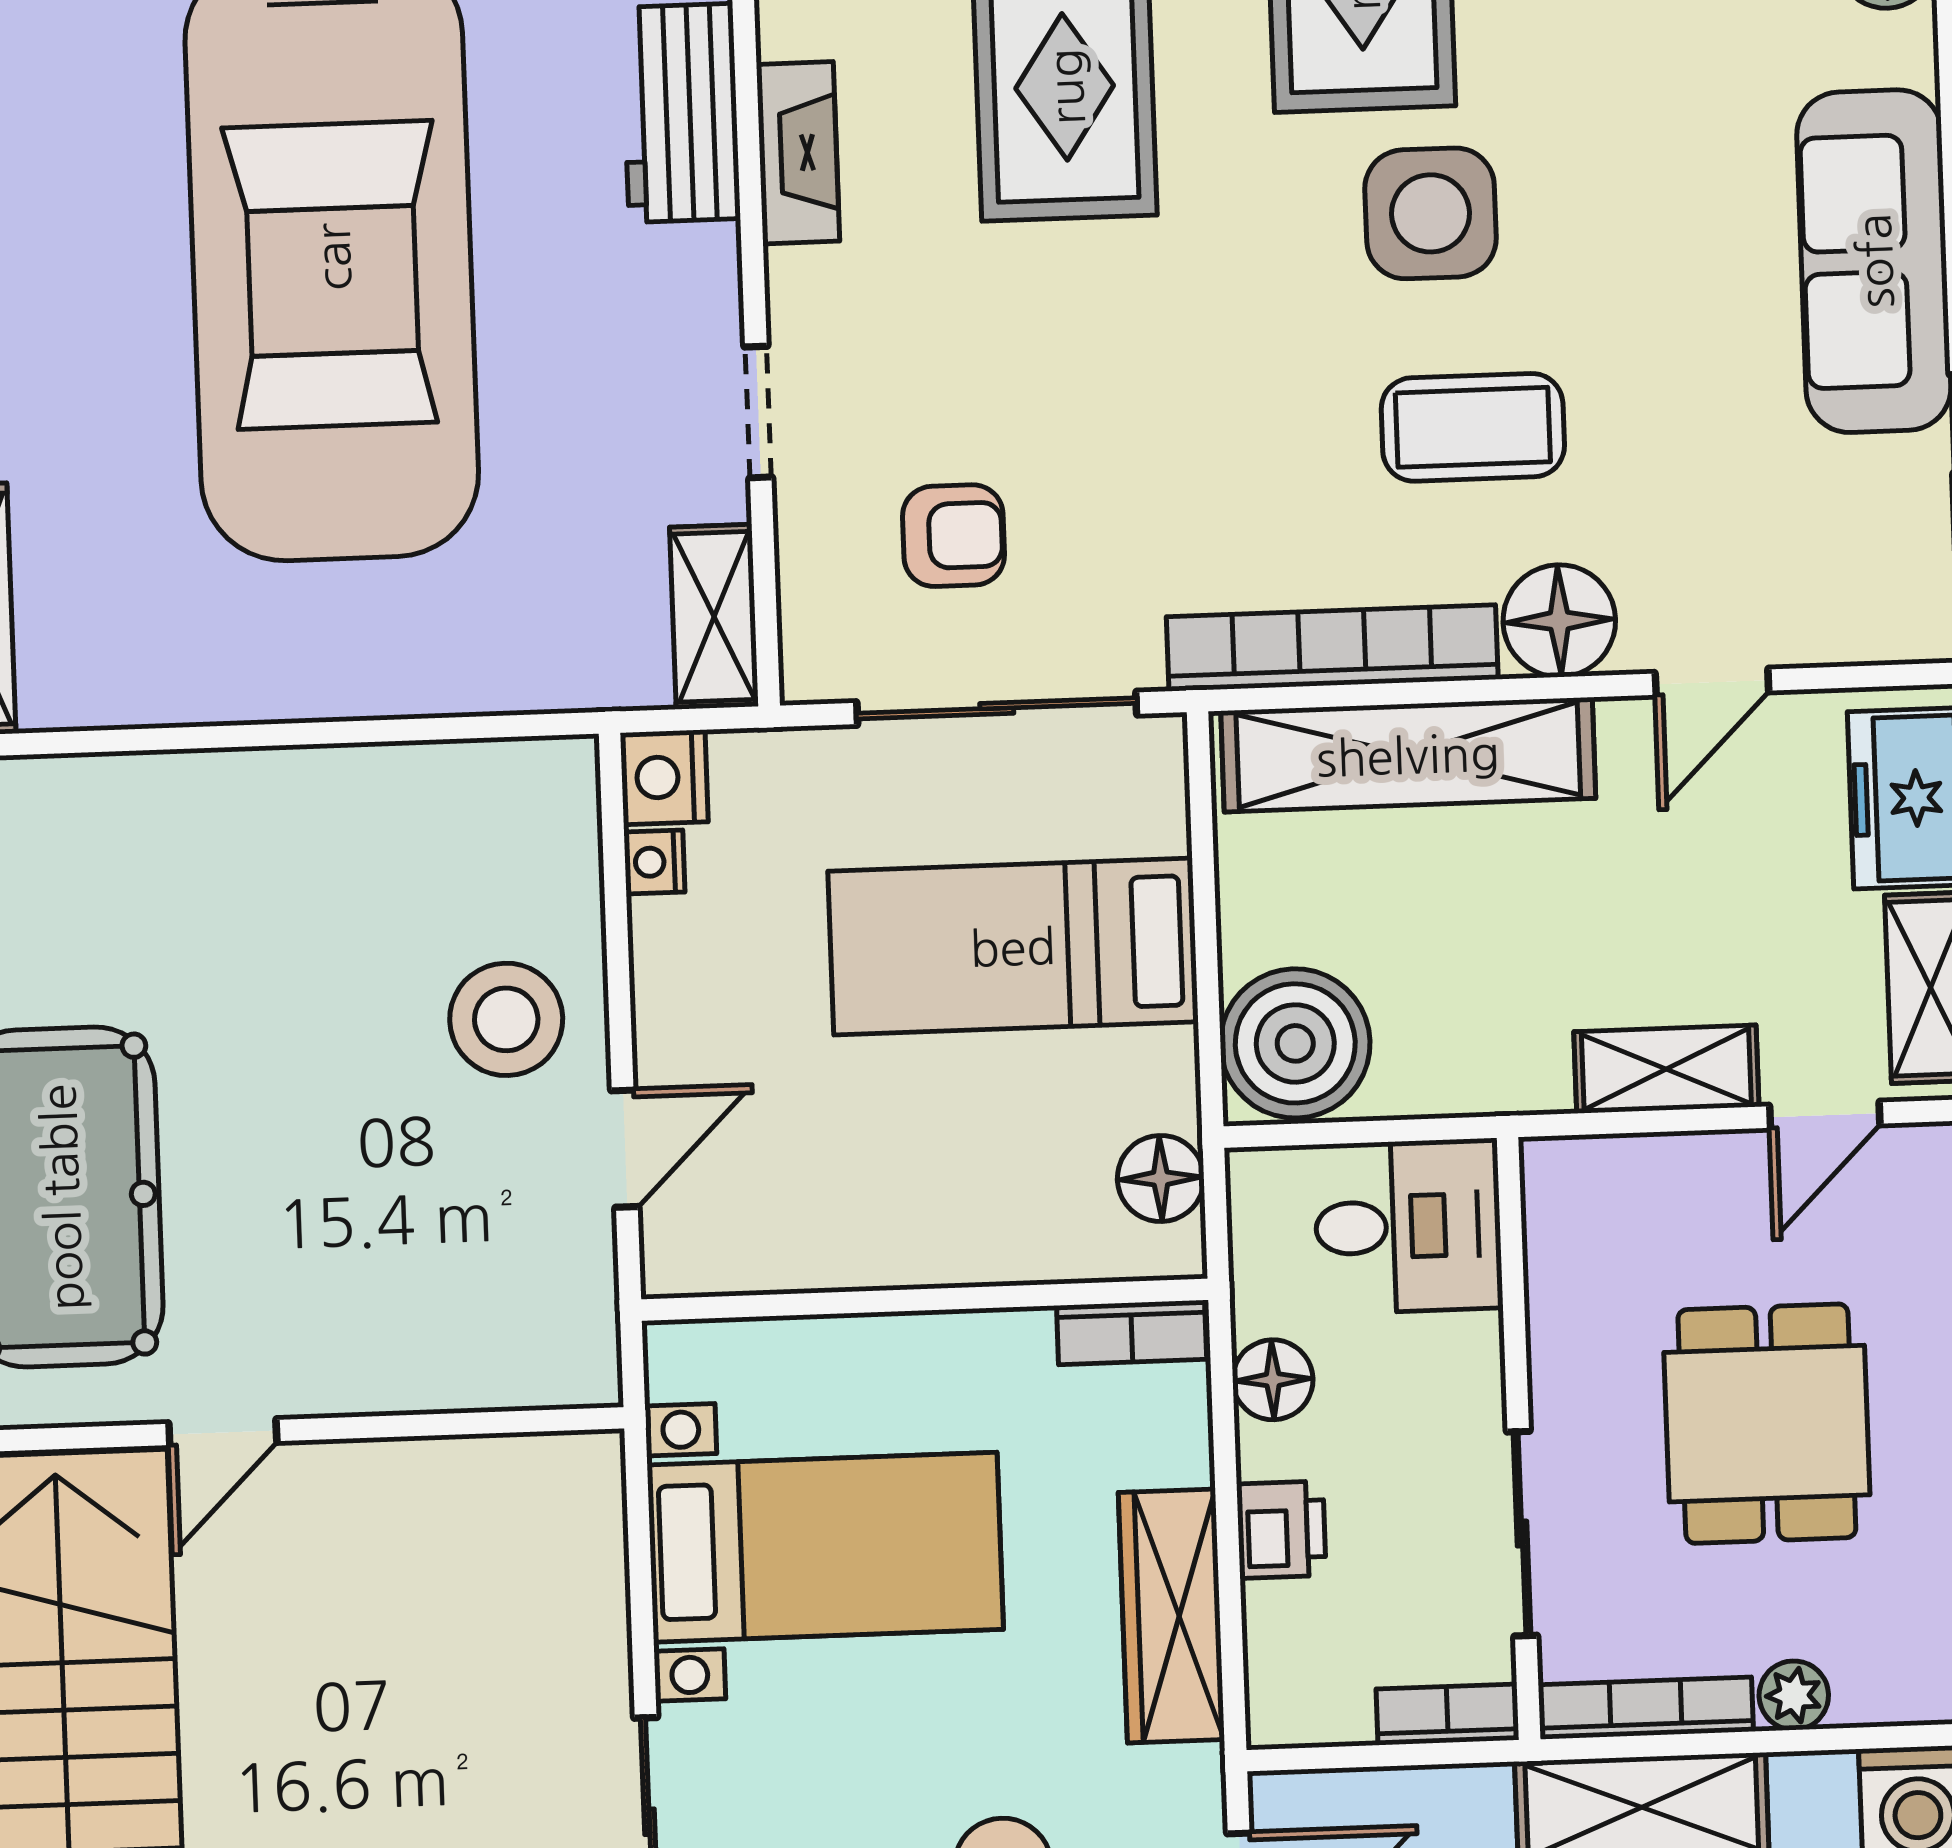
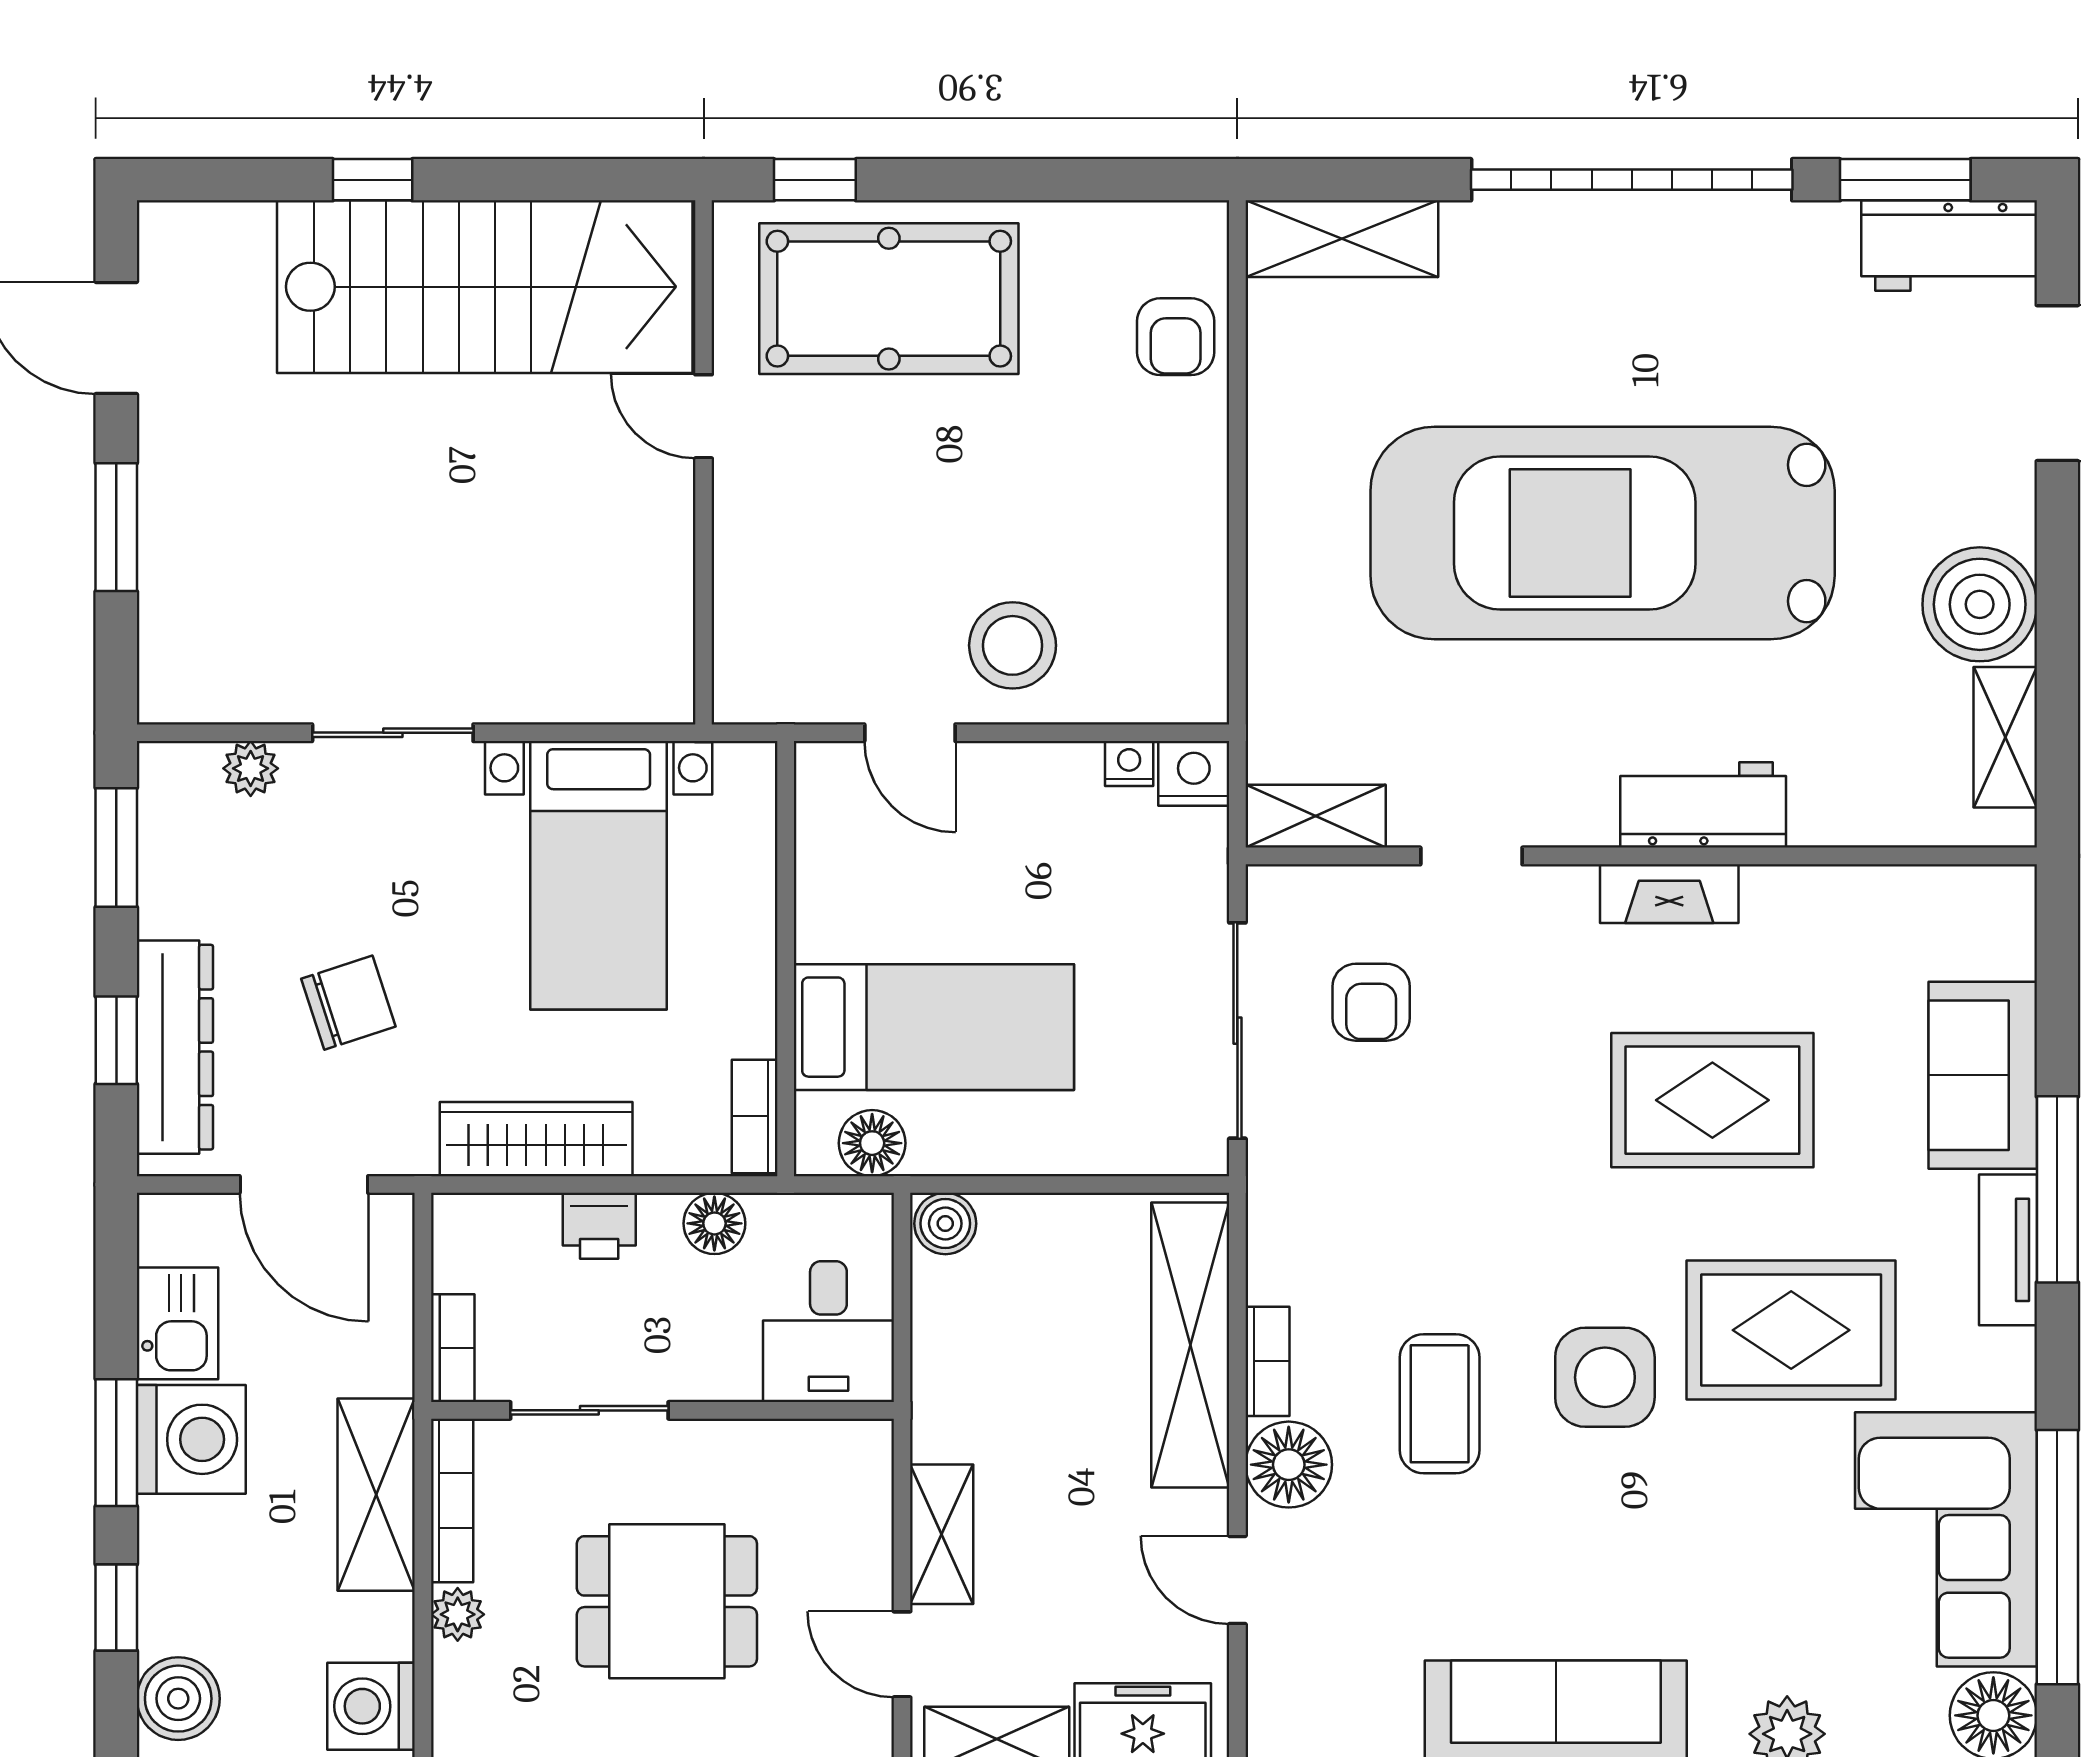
bookcase: (1332, 648) -> (1267, 1361), width x0.43, depth x0.76
armchair: (97, 822) -> (1176, 337), added
bed: (1013, 947) -> (934, 1027), moved, turned 90
boiler: (1295, 1043) -> (945, 1224), width x0.54, depth x0.54

